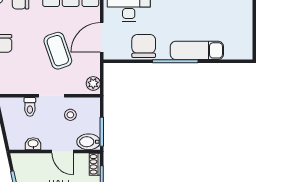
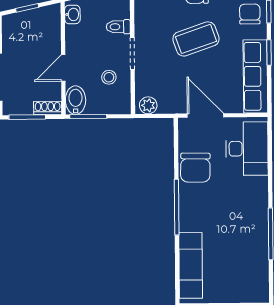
chair: (144, 46) -> (195, 168), turned 91
exam couch: (197, 50) -> (191, 265), moved
coffee table: (58, 51) -> (196, 39), moved
washbasin: (33, 144) -> (72, 14), moved

